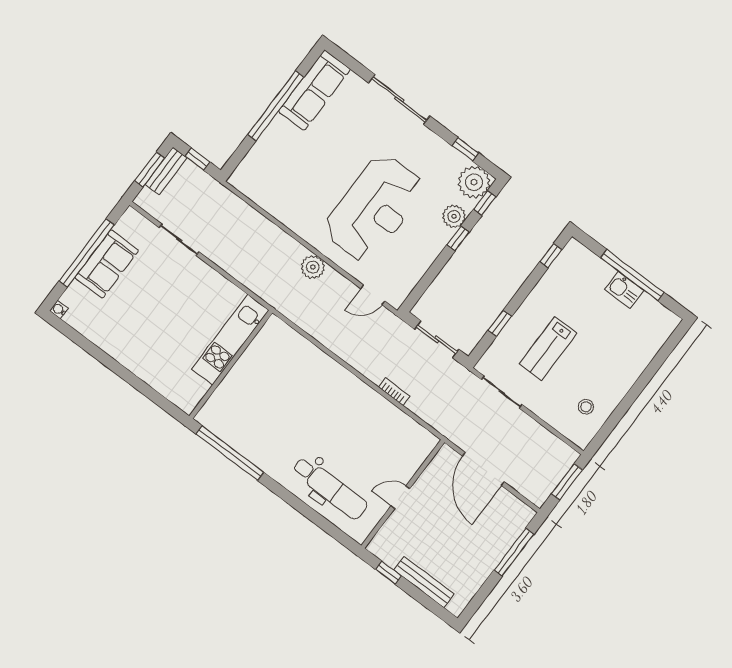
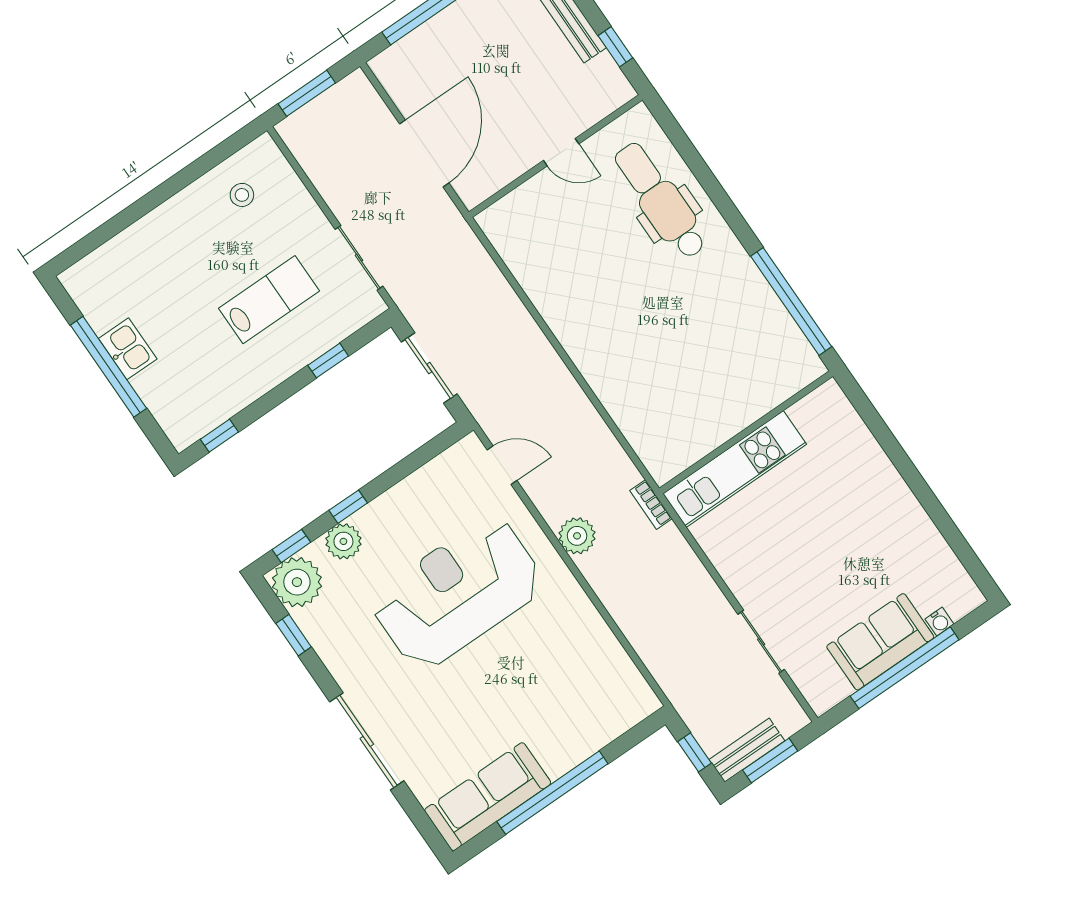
water cooler: (59, 310) -> (939, 622), moved
bookcase: (394, 391) -> (651, 505), moved

